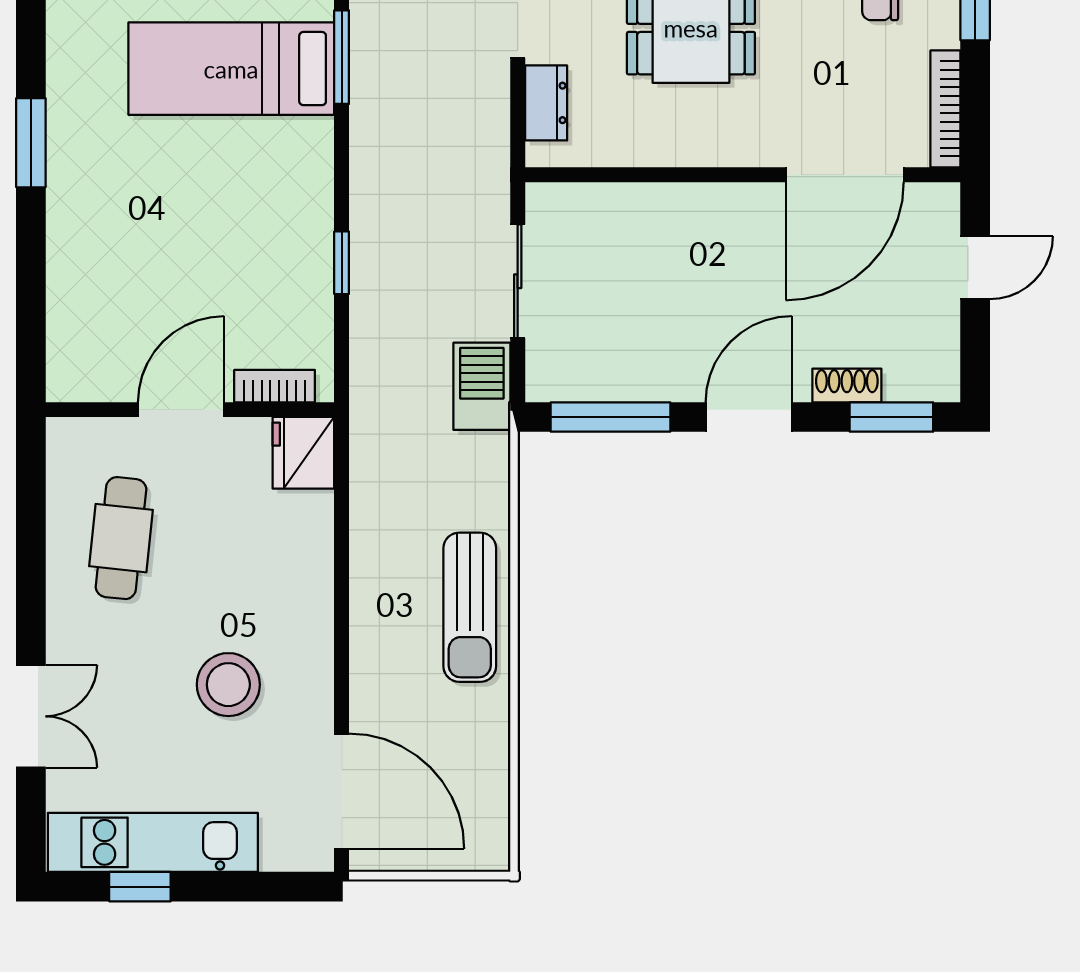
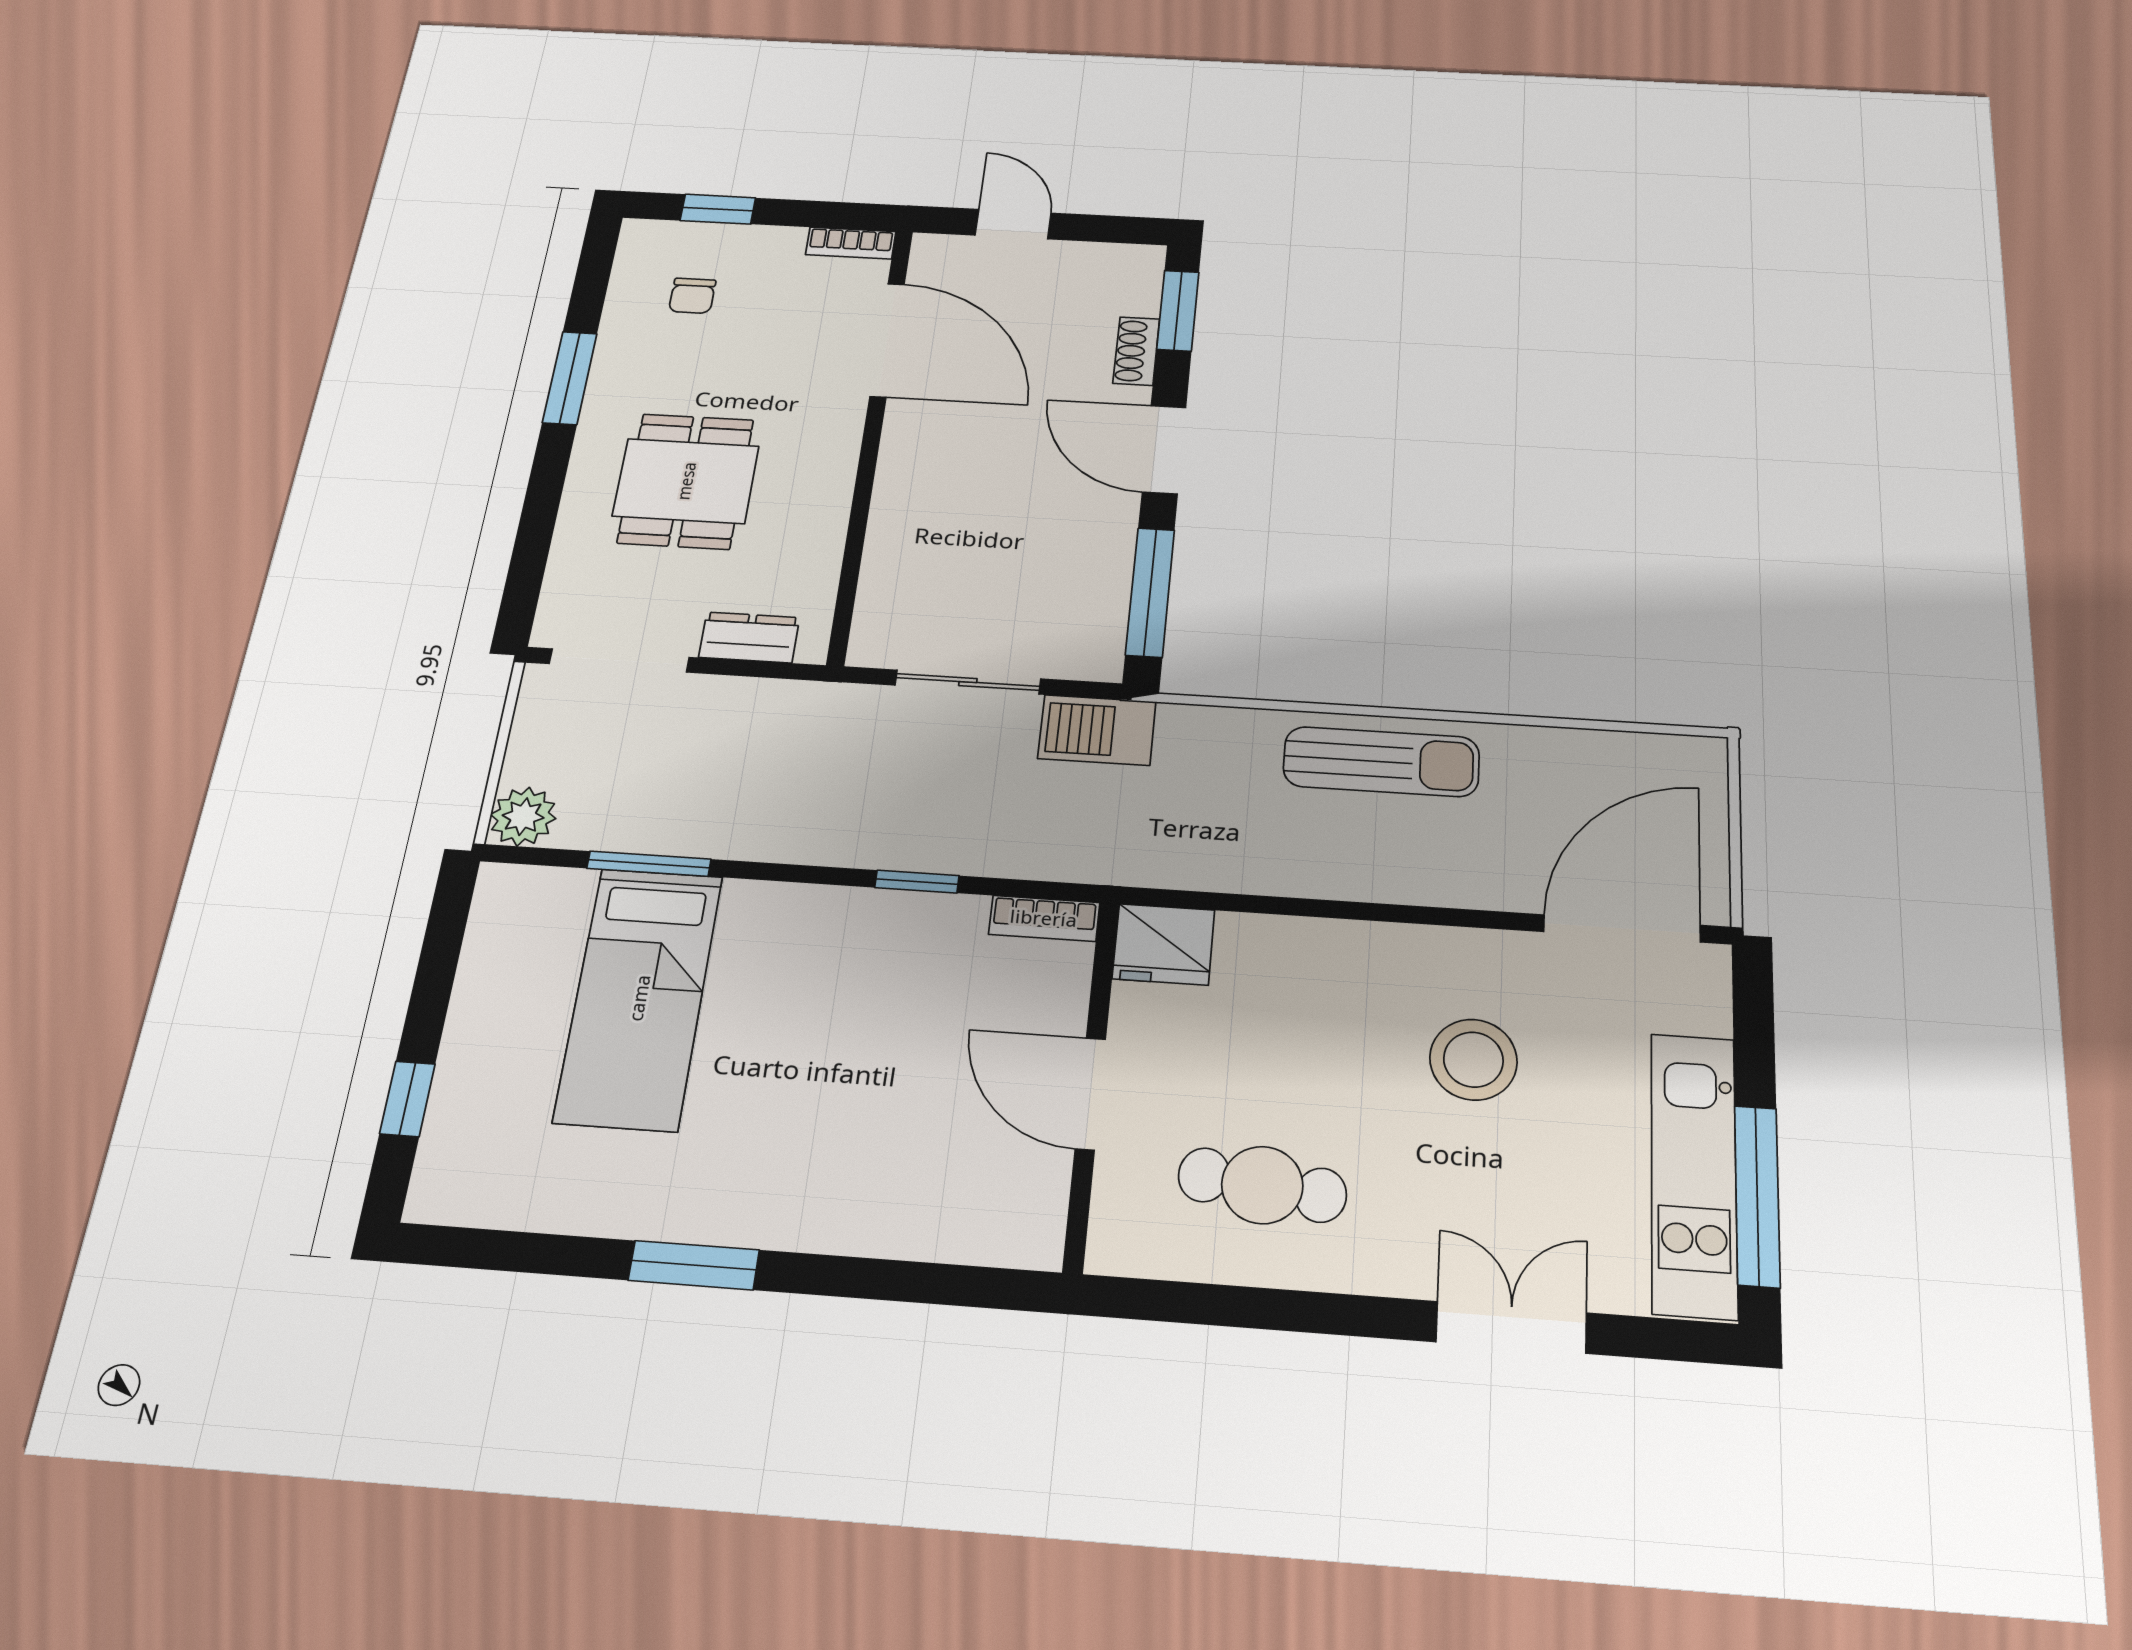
bookcase: (945, 109) -> (851, 243), width x0.64
bookcase: (275, 386) -> (1044, 918), moved, turned -90
window: (140, 887) -> (1757, 1196), width x2.17

